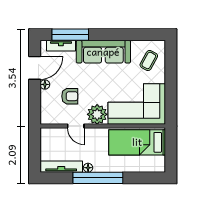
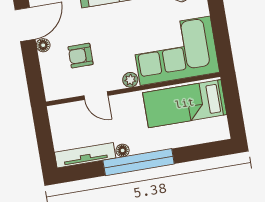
armchair: (70, 96) -> (81, 56), turned 180
plant: (97, 114) -> (130, 80), width x0.53, depth x0.53

